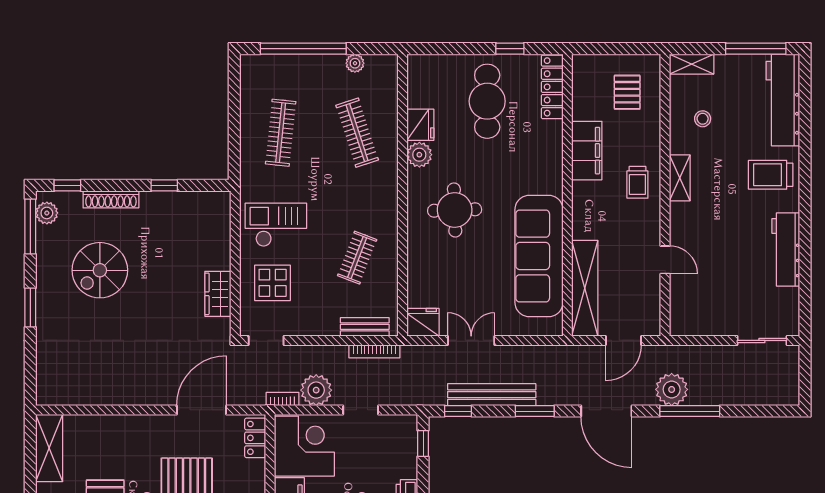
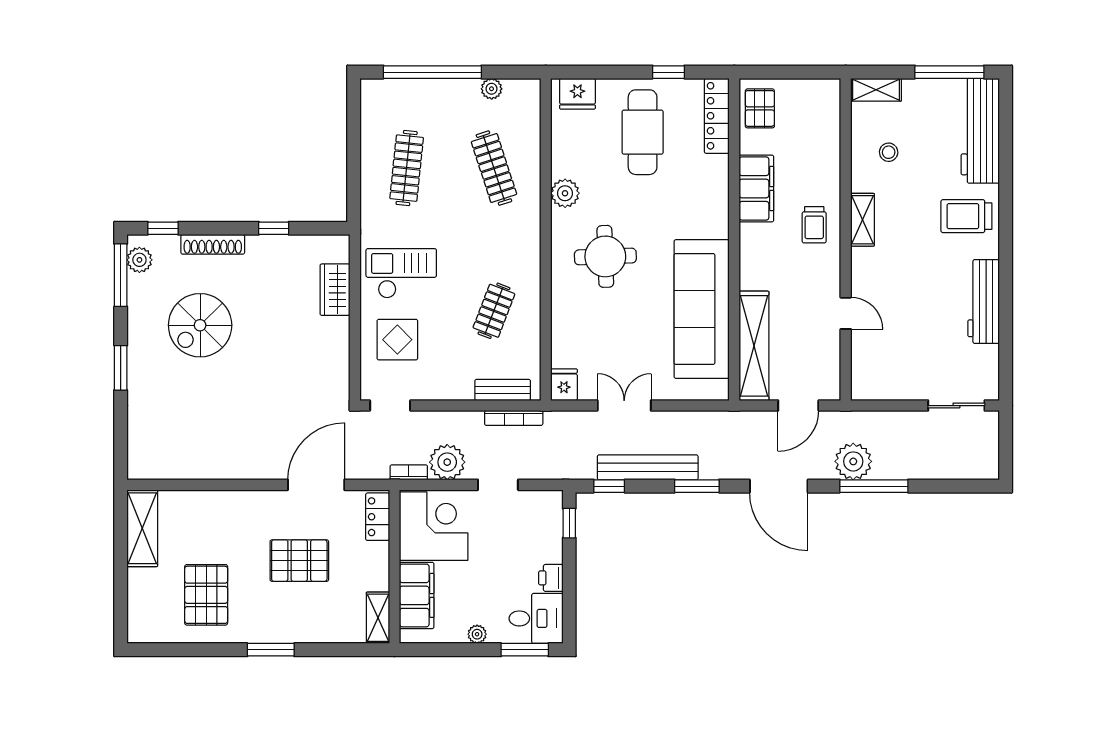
pallet: (627, 92) -> (760, 108), moved
fridge: (420, 125) -> (577, 94), moved, turned 90
wardrobe: (218, 294) -> (335, 290), moved
fridge: (423, 322) -> (564, 385), width x0.72

